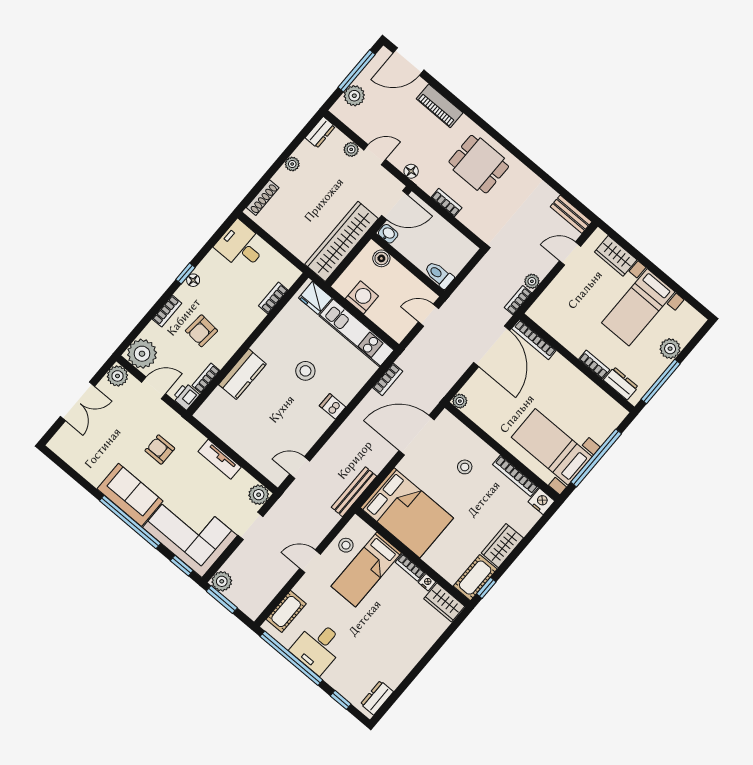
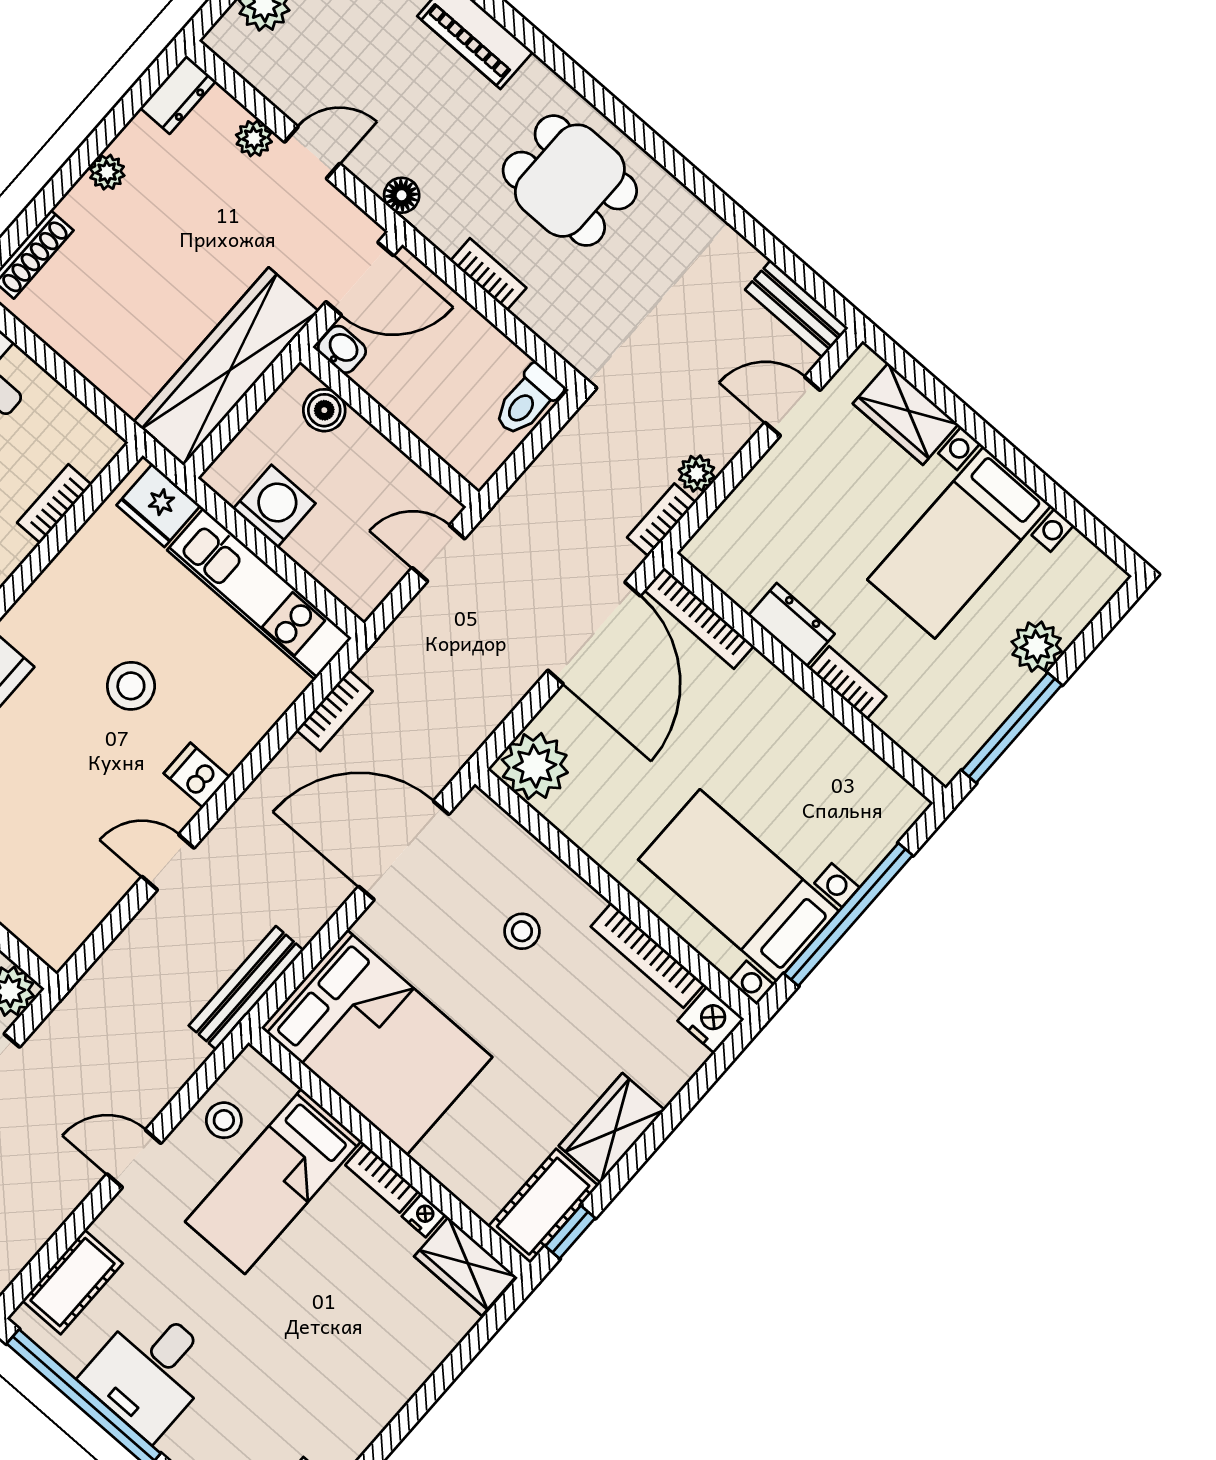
toilet: (439, 275) -> (527, 401), moved, turned -90
dresser: (621, 383) -> (791, 625), moved
plant: (460, 401) -> (535, 766), width x1.87, depth x1.87
door: (300, 468) -> (168, 862), moved

